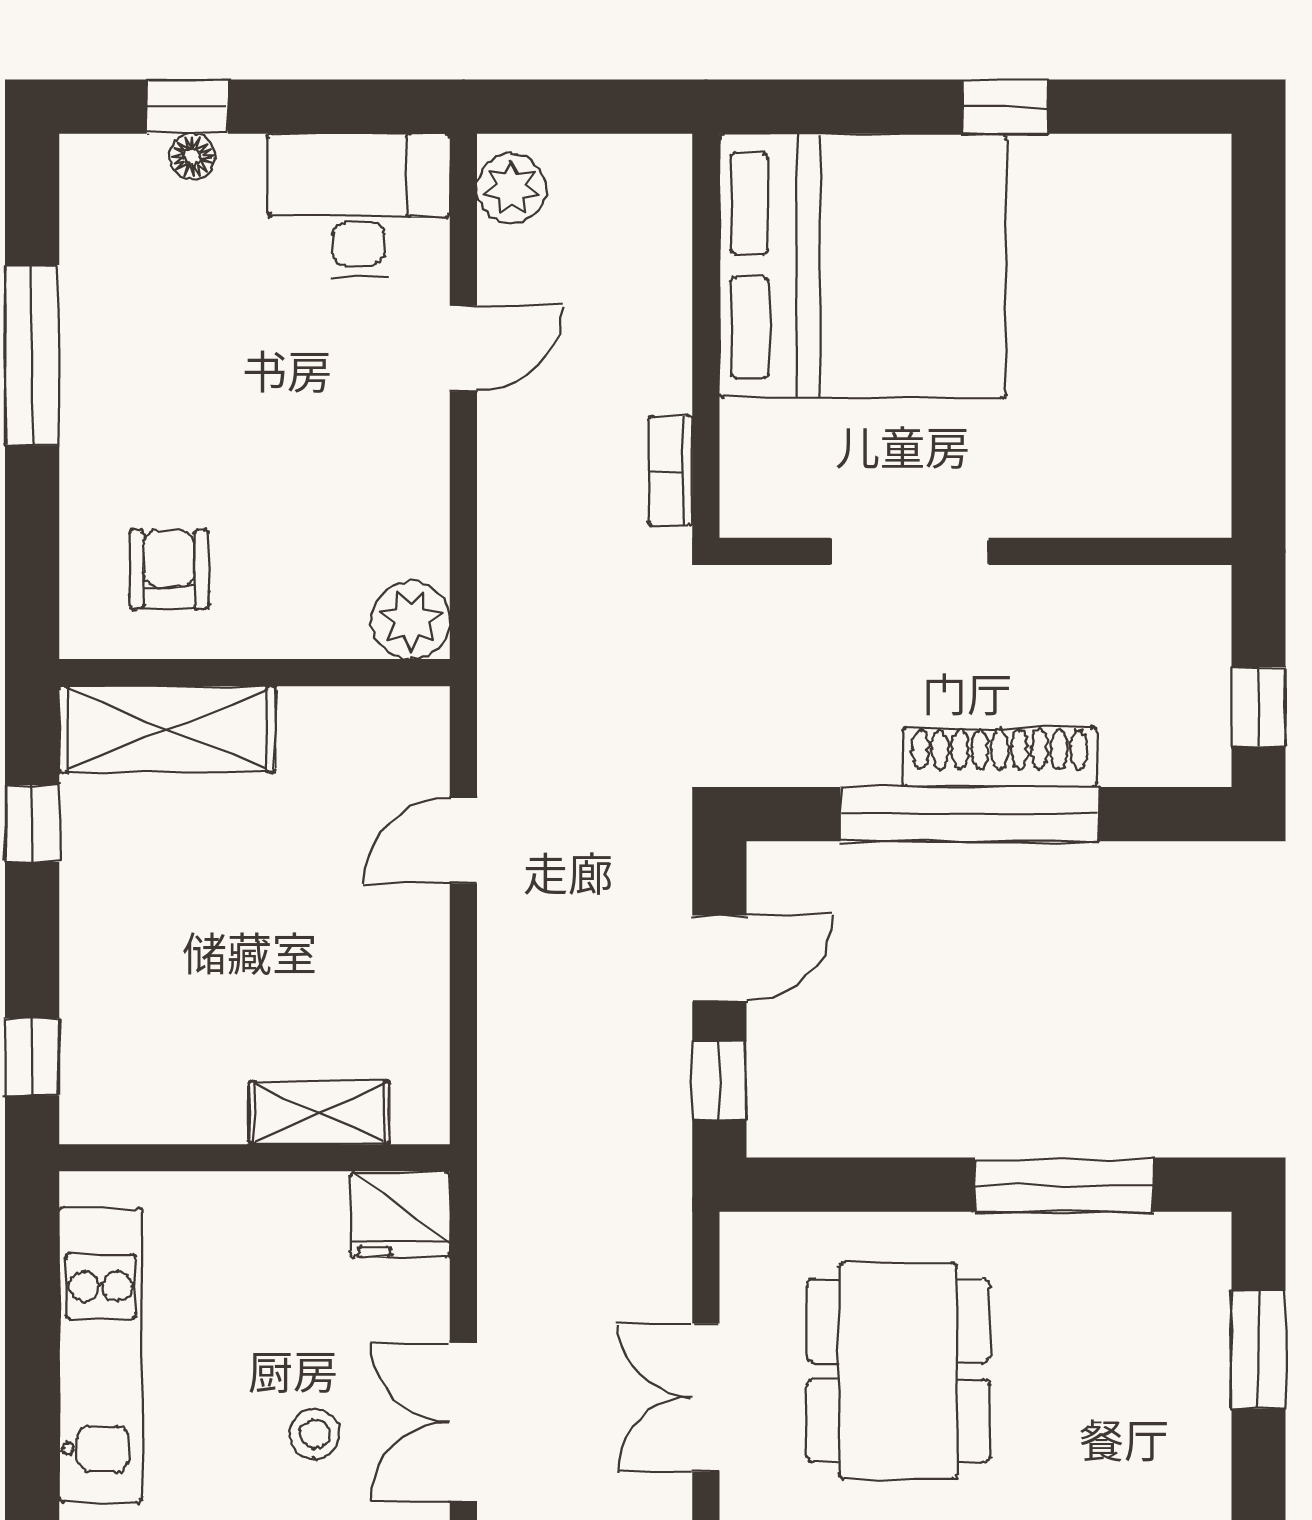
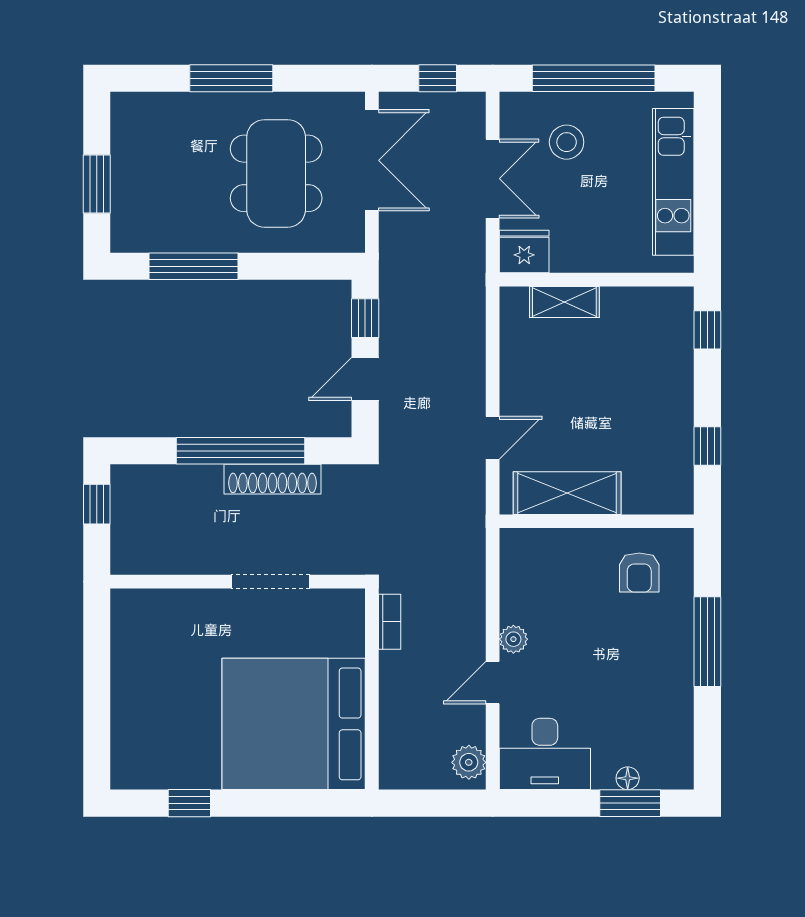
window: (187, 107) -> (630, 803), width x1.50
window: (1005, 107) -> (189, 803), moved
window: (32, 355) -> (707, 642), moved
plant: (411, 620) -> (513, 639), moved, width x0.73, depth x0.73
shelving: (167, 729) -> (567, 493), moved
shoe rack: (1000, 757) -> (273, 479), moved
double door: (706, 1397) -> (372, 160), width x1.37
double door: (463, 1422) -> (493, 179), moved
stool: (315, 1434) -> (567, 142), width x1.37, depth x1.37

